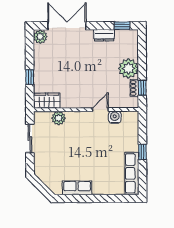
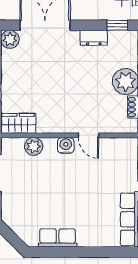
door: (100, 110) -> (88, 135), swing flipped
water cooler: (115, 117) -> (66, 146), moved

